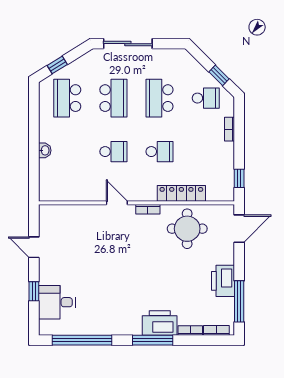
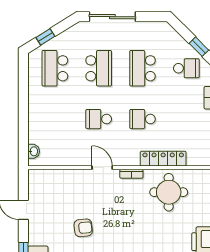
washbasin: (45, 150) -> (34, 151), moved
school desk: (113, 152) -> (99, 119), turned 180
school desk: (160, 152) -> (143, 119), turned 180
armchair: (97, 266) -> (83, 228), added

